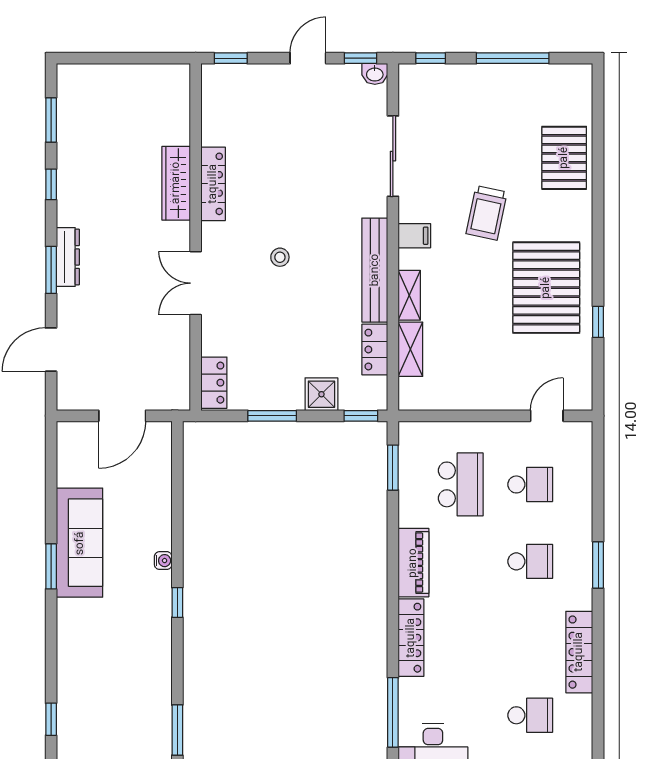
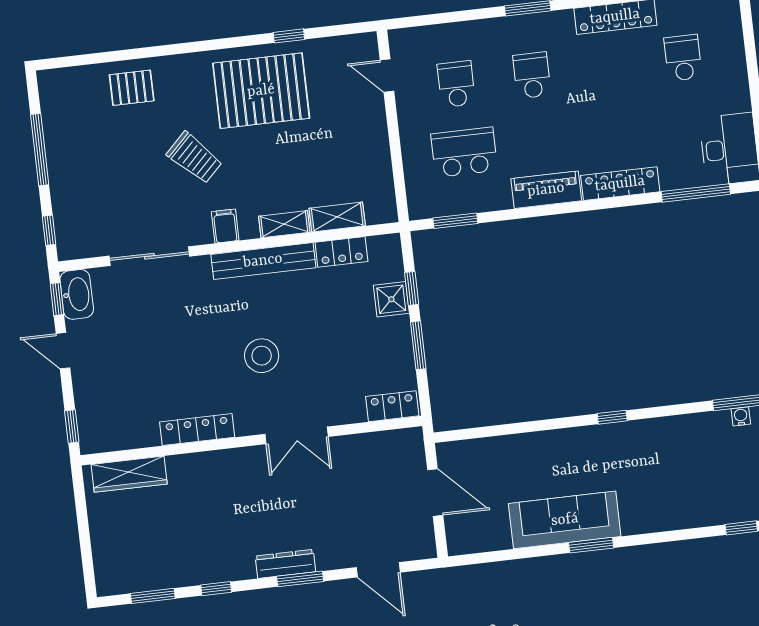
washbasin: (375, 74) -> (77, 294), width x1.91, depth x1.45
pallet: (564, 158) -> (132, 88), width x0.67, depth x0.71
wardrobe: (176, 183) -> (129, 474), moved
trolley: (487, 213) -> (195, 158), turned 33
stool: (280, 257) -> (262, 356), width x1.89, depth x1.89
window: (361, 416) -> (412, 288), moved
water cooler: (163, 561) -> (741, 416), moved

